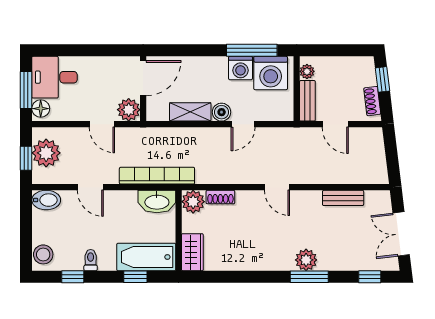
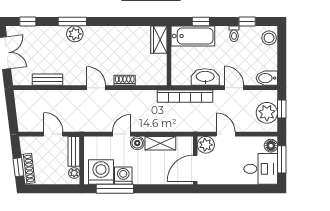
shoe rack: (372, 101) -> (28, 169), moved, width x1.43
shoe rack: (220, 197) -> (125, 80), moved
washbasin: (157, 202) -> (205, 77), moved
plant: (193, 202) -> (158, 77), removed

